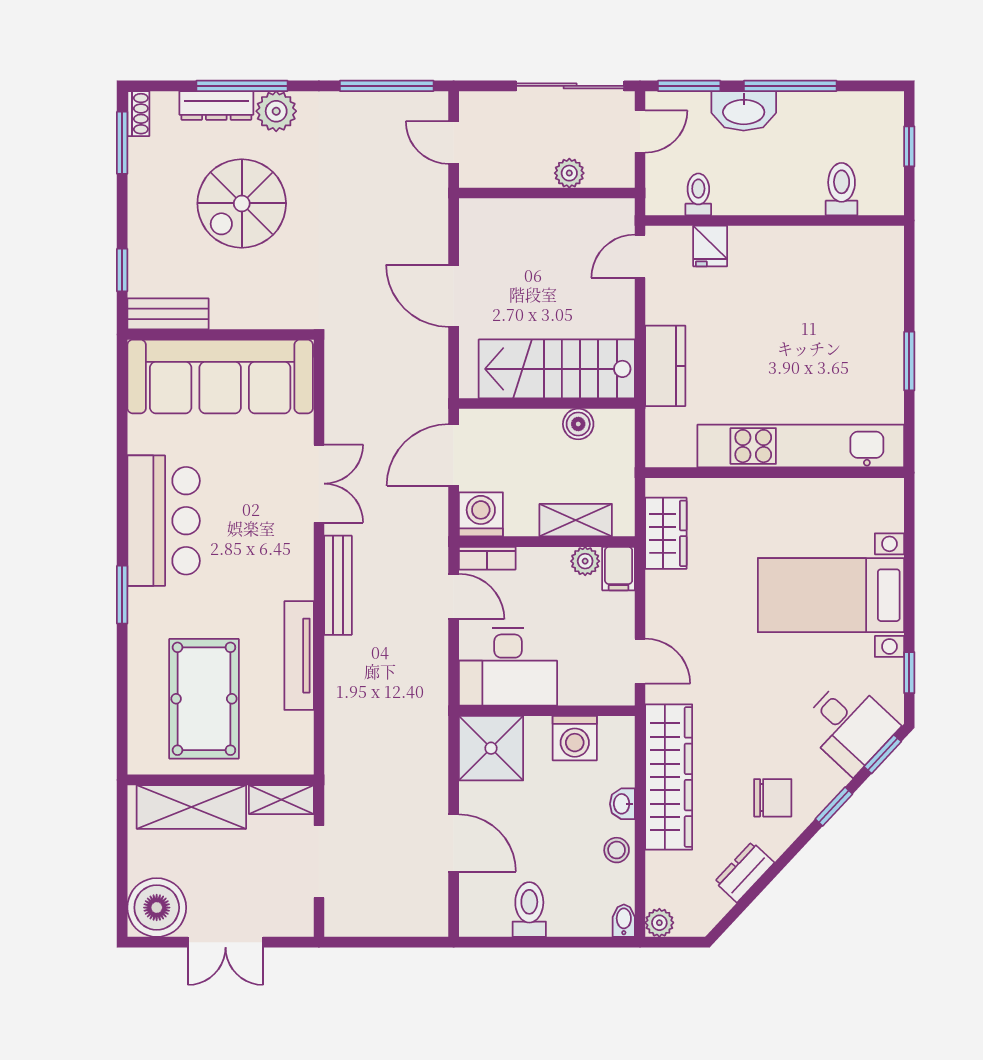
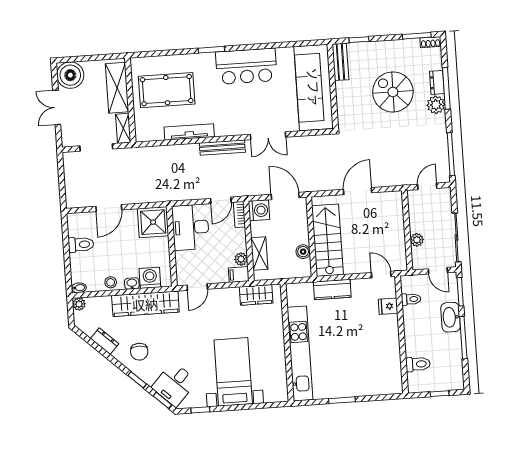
dresser: (216, 106) -> (437, 82), width x0.70
washing machine: (575, 738) -> (150, 278), moved, turned 90

